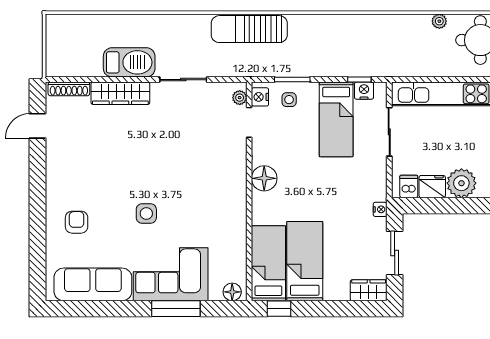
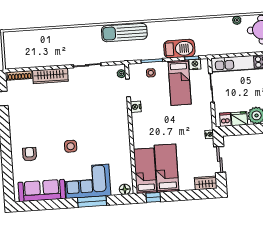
barbecue: (129, 62) -> (179, 49), moved
nightstand: (260, 97) -> (136, 107), moved
floor lamp: (264, 178) -> (139, 121), removed

